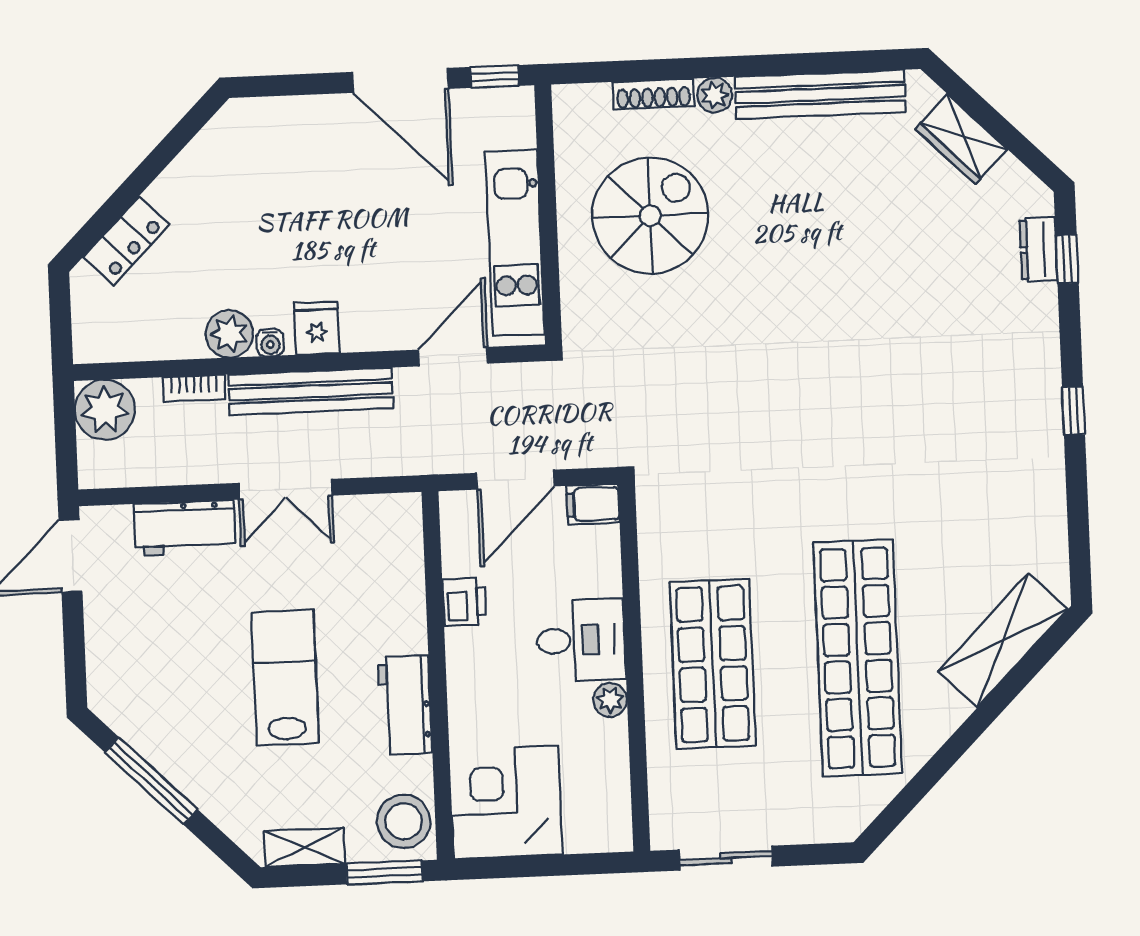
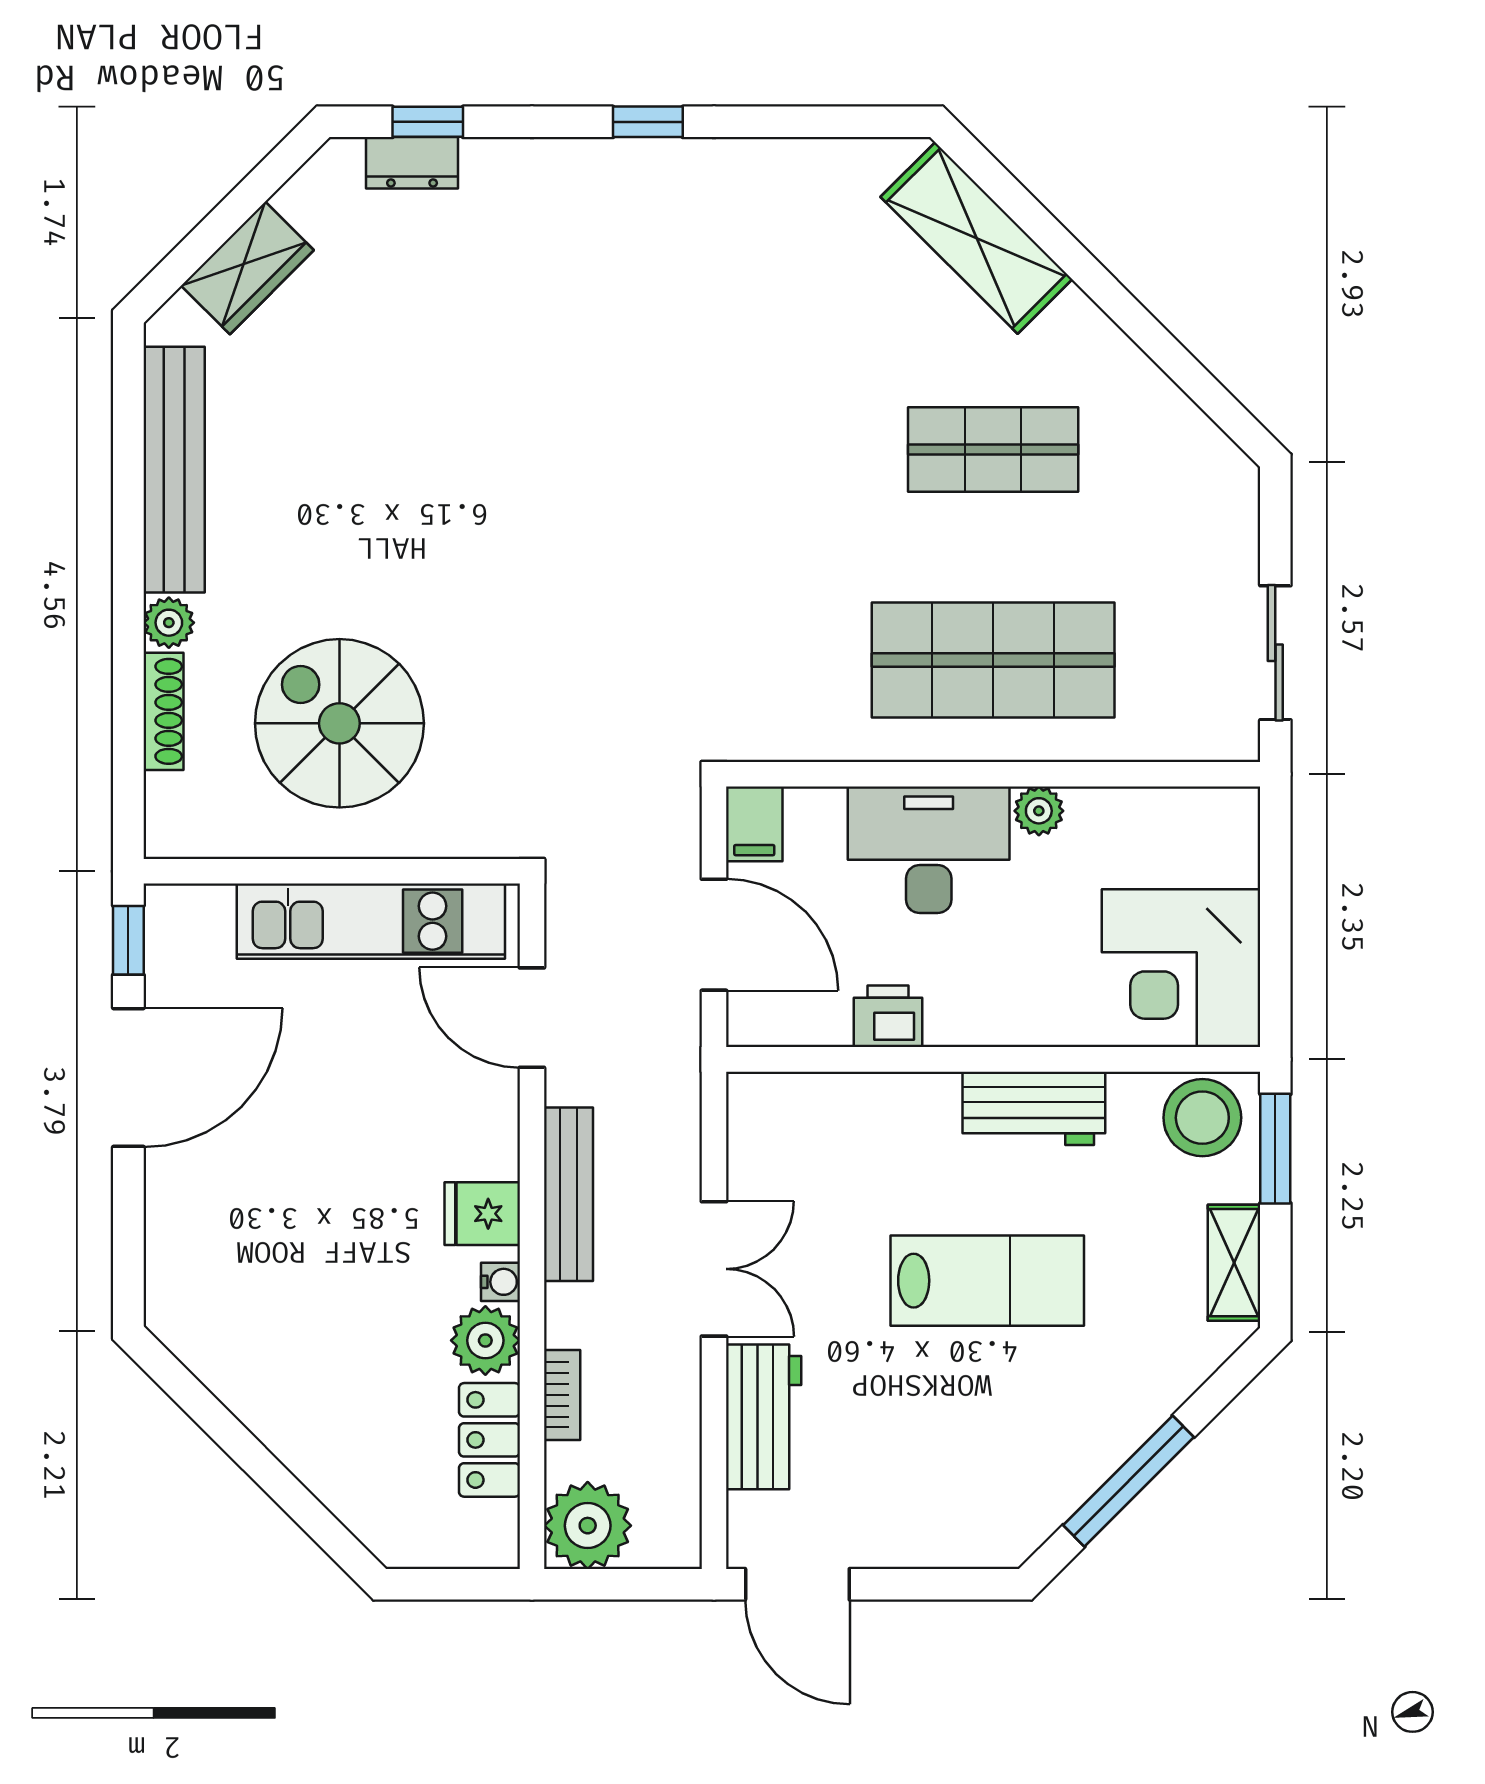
locker: (126, 241) -> (489, 1440), moved, turned -135
bench: (311, 391) -> (568, 1194), width x0.73, depth x0.82
desk: (581, 640) -> (929, 850), width x1.37
shop shelf: (858, 658) -> (993, 450), width x0.50, depth x0.74
lab bench: (285, 678) -> (987, 1281), turned 180

